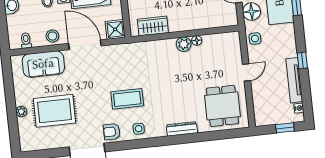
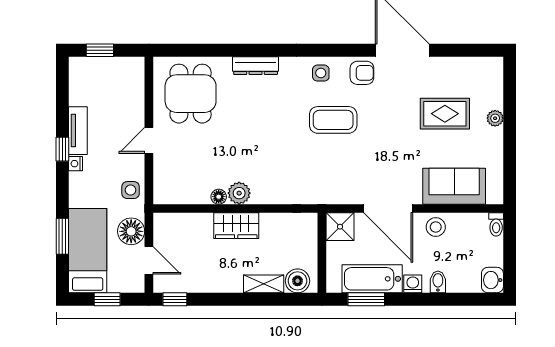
wardrobe: (153, 26) -> (236, 226), moved
toilet: (26, 41) -> (496, 224), moved
tv unit: (294, 80) -> (78, 131), width x0.71
nightstand: (299, 108) -> (76, 164), moved
rug: (55, 111) -> (445, 114), width x0.73, depth x0.70

